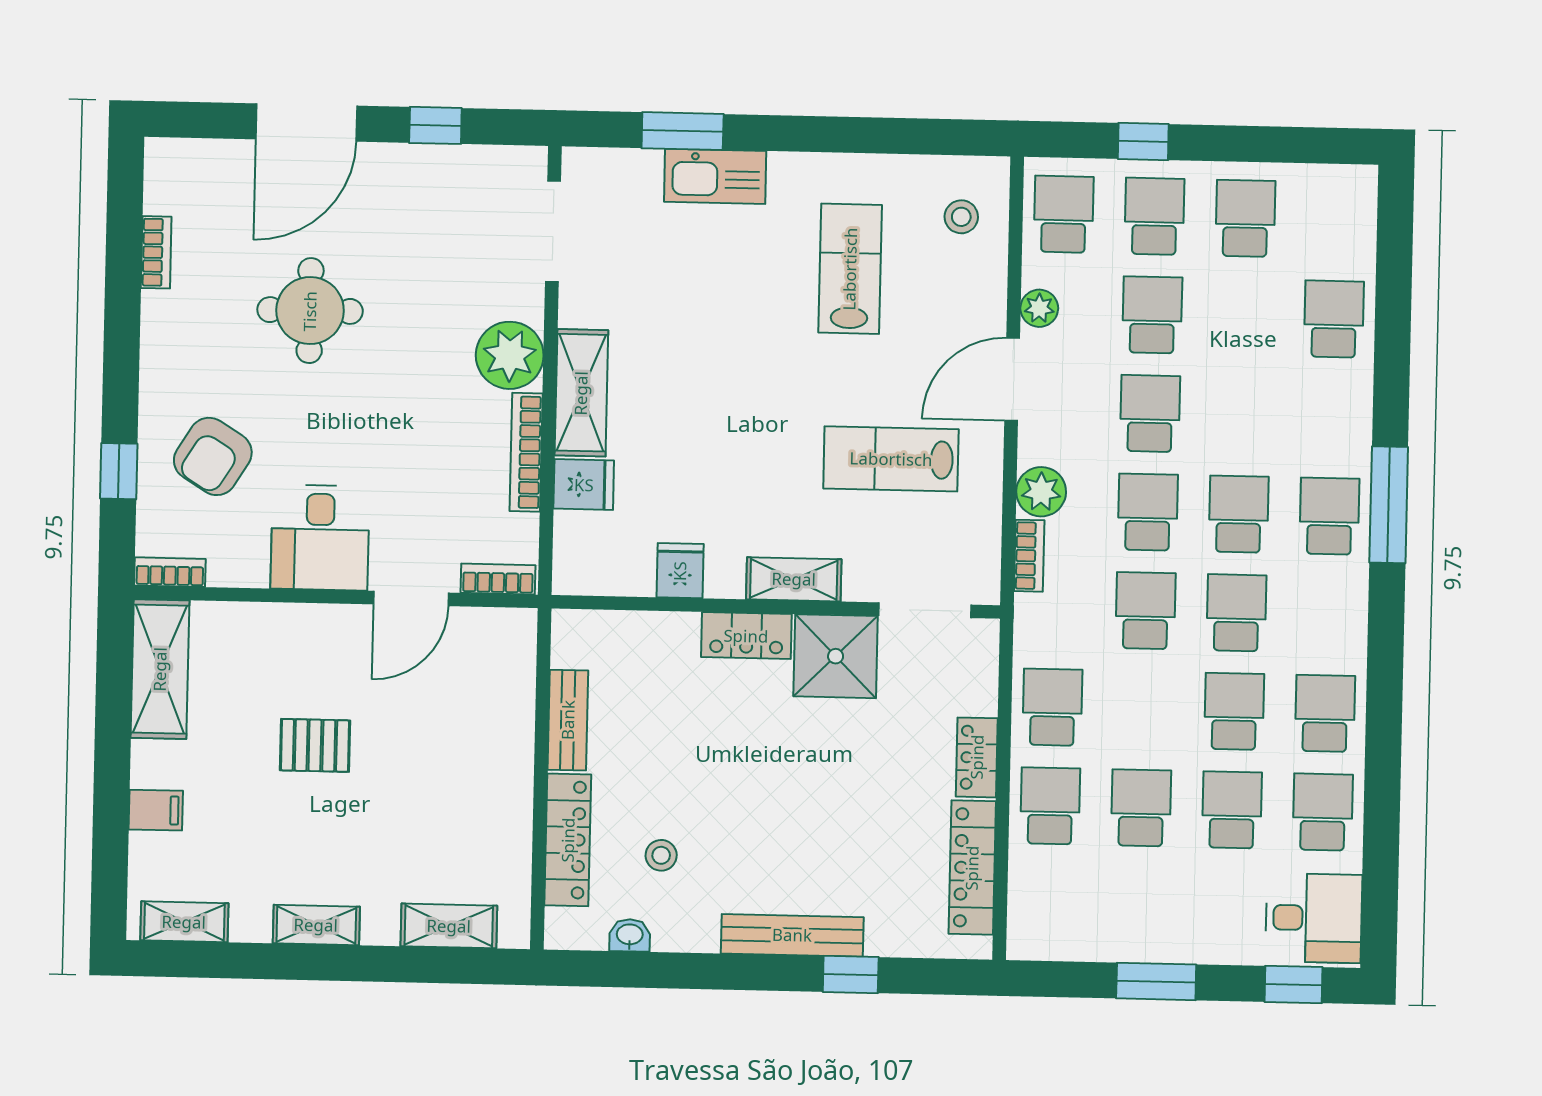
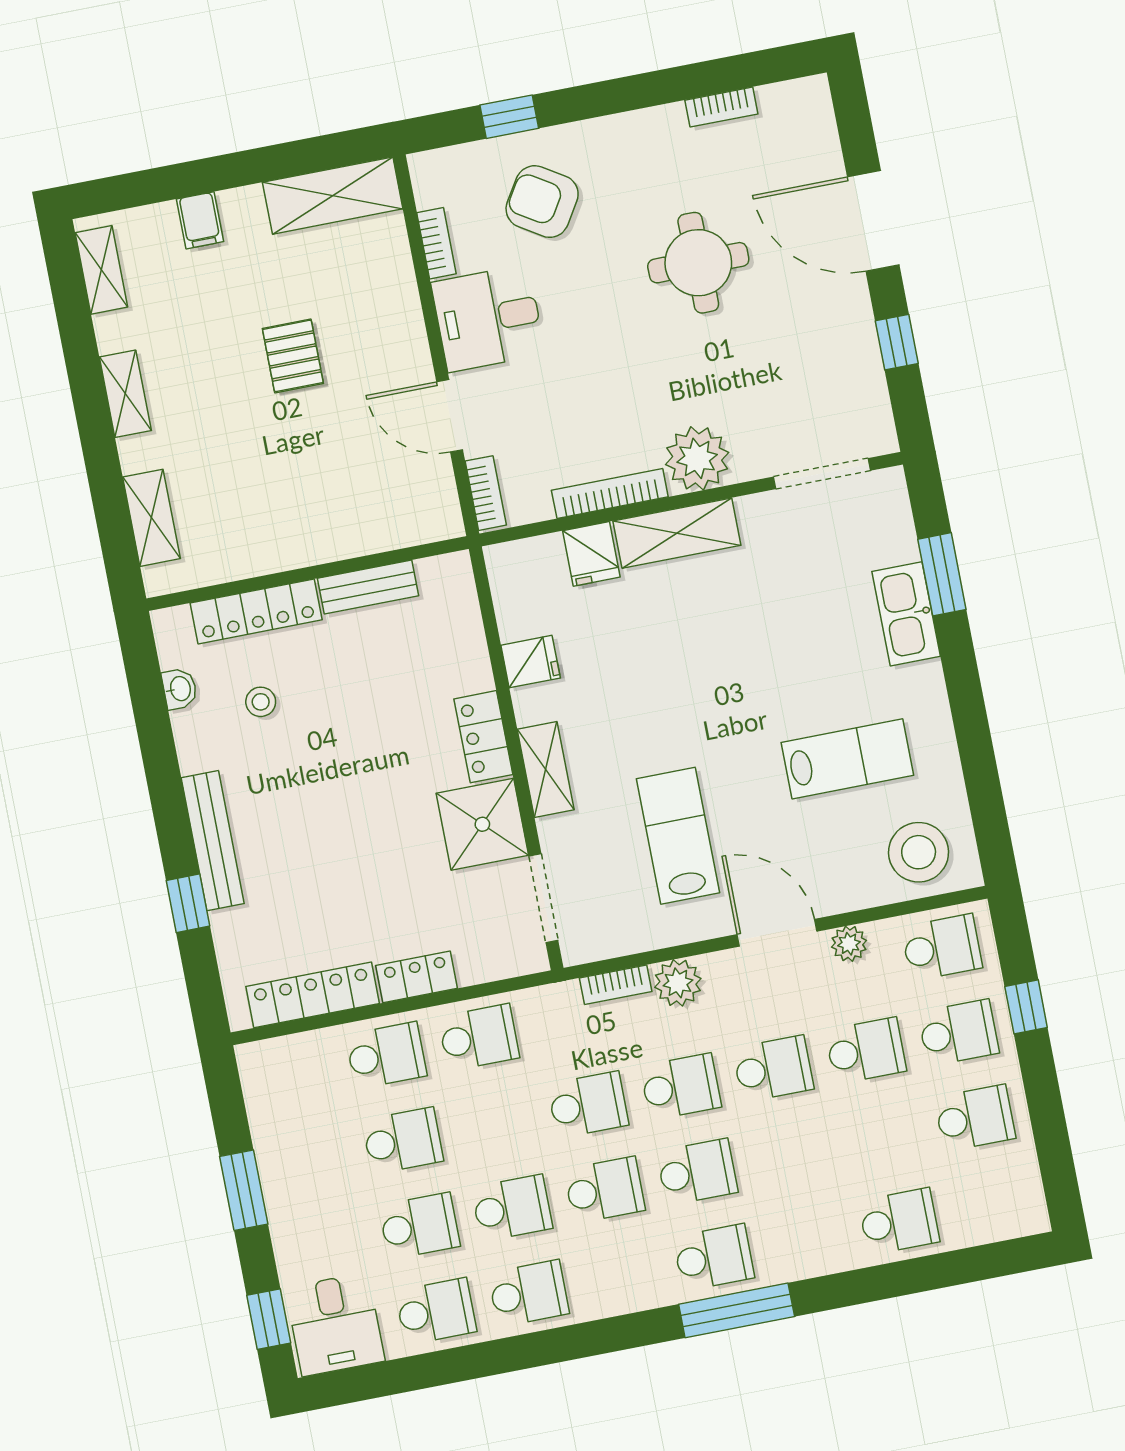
stool: (961, 217) -> (919, 852), width x1.89, depth x1.89
bookcase: (170, 572) -> (436, 243), moved

